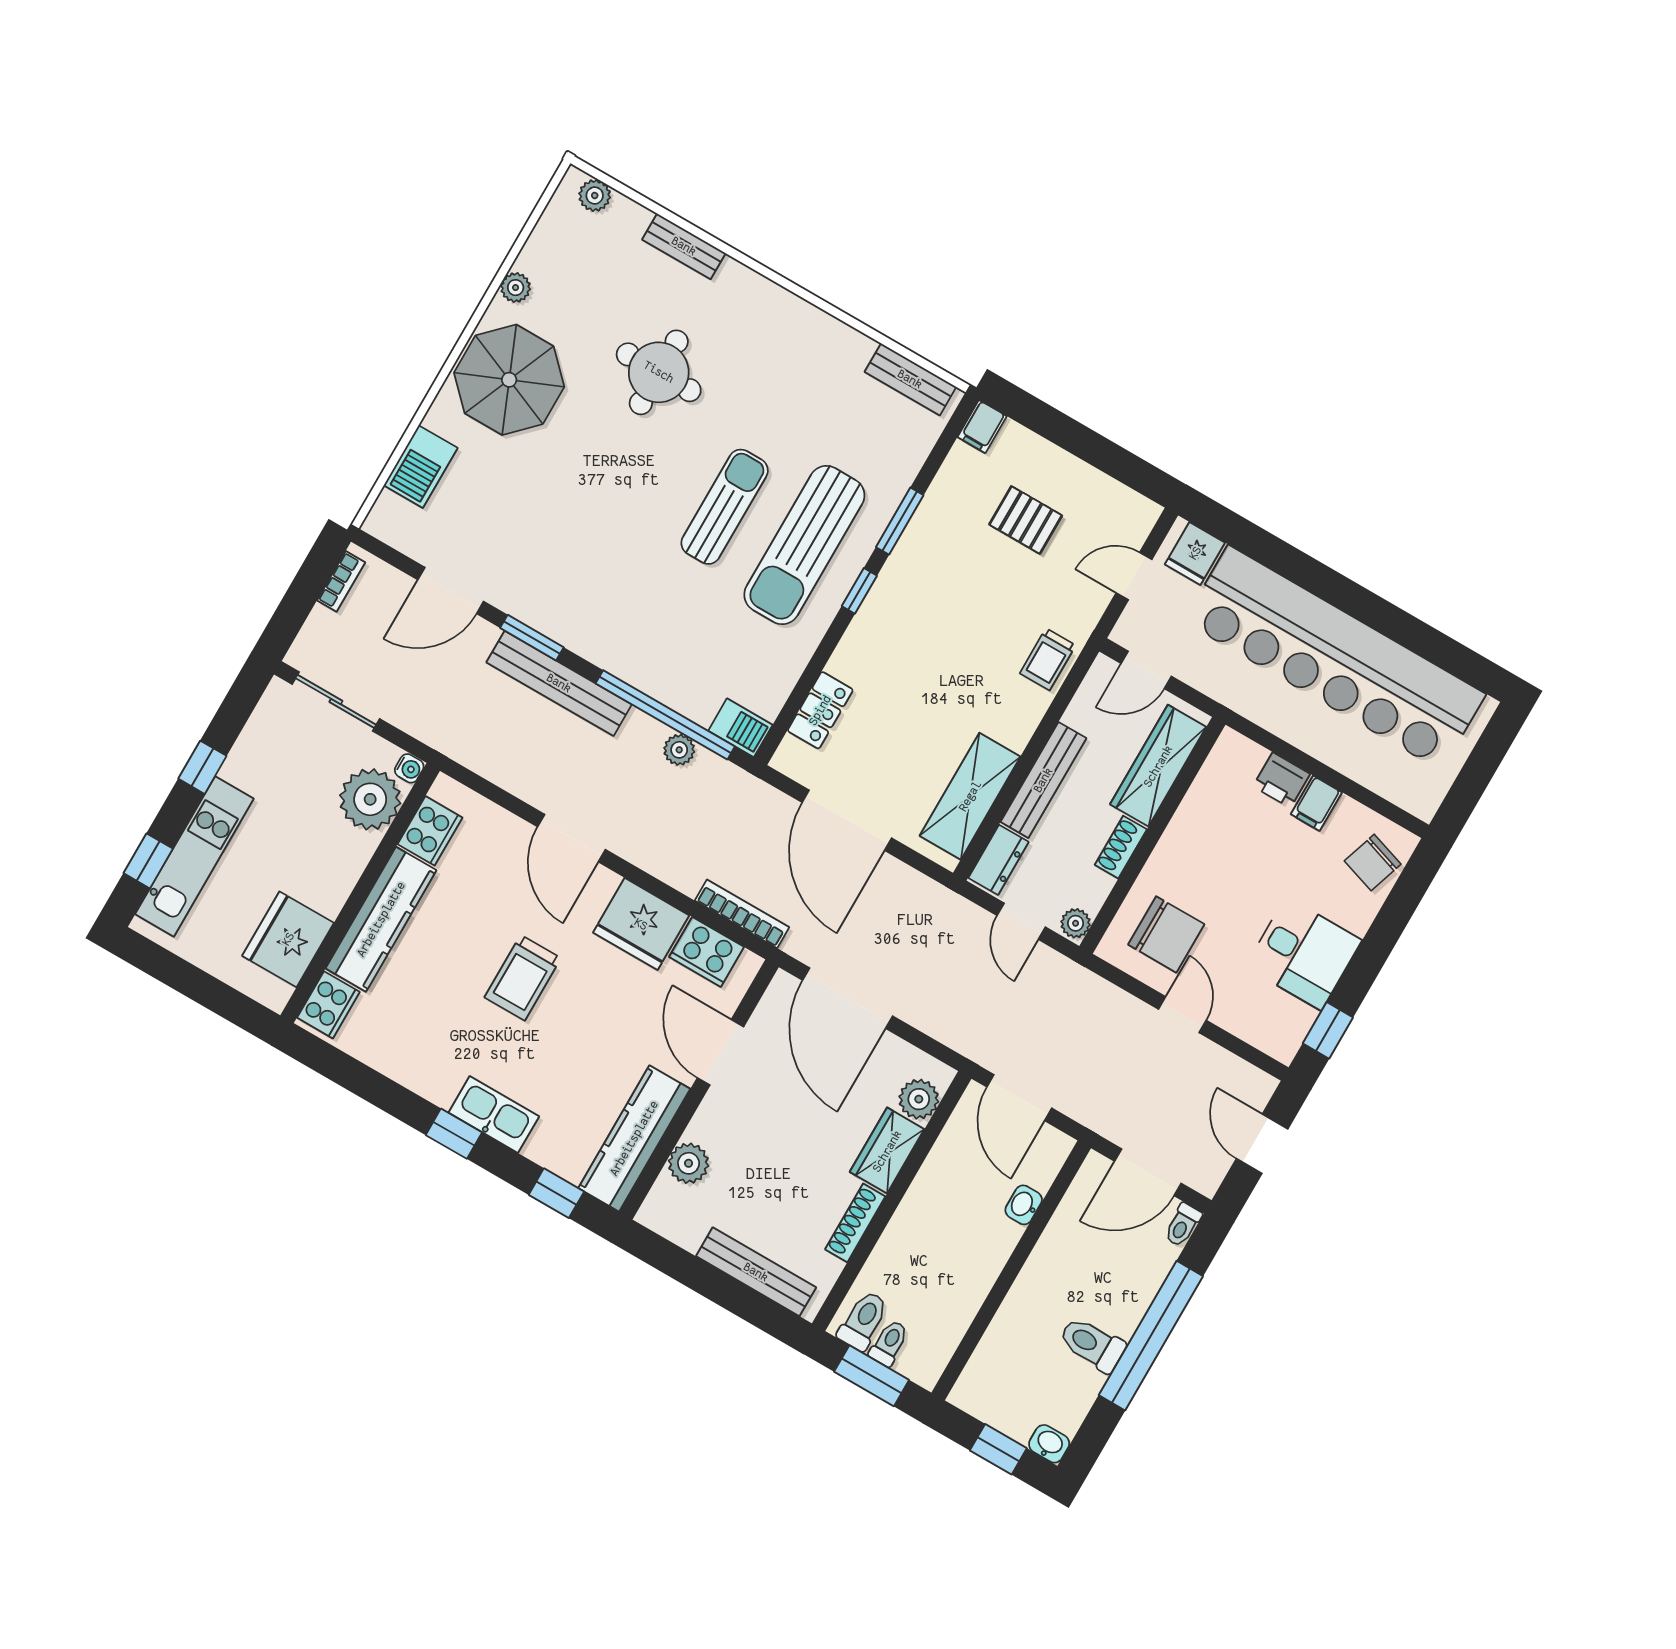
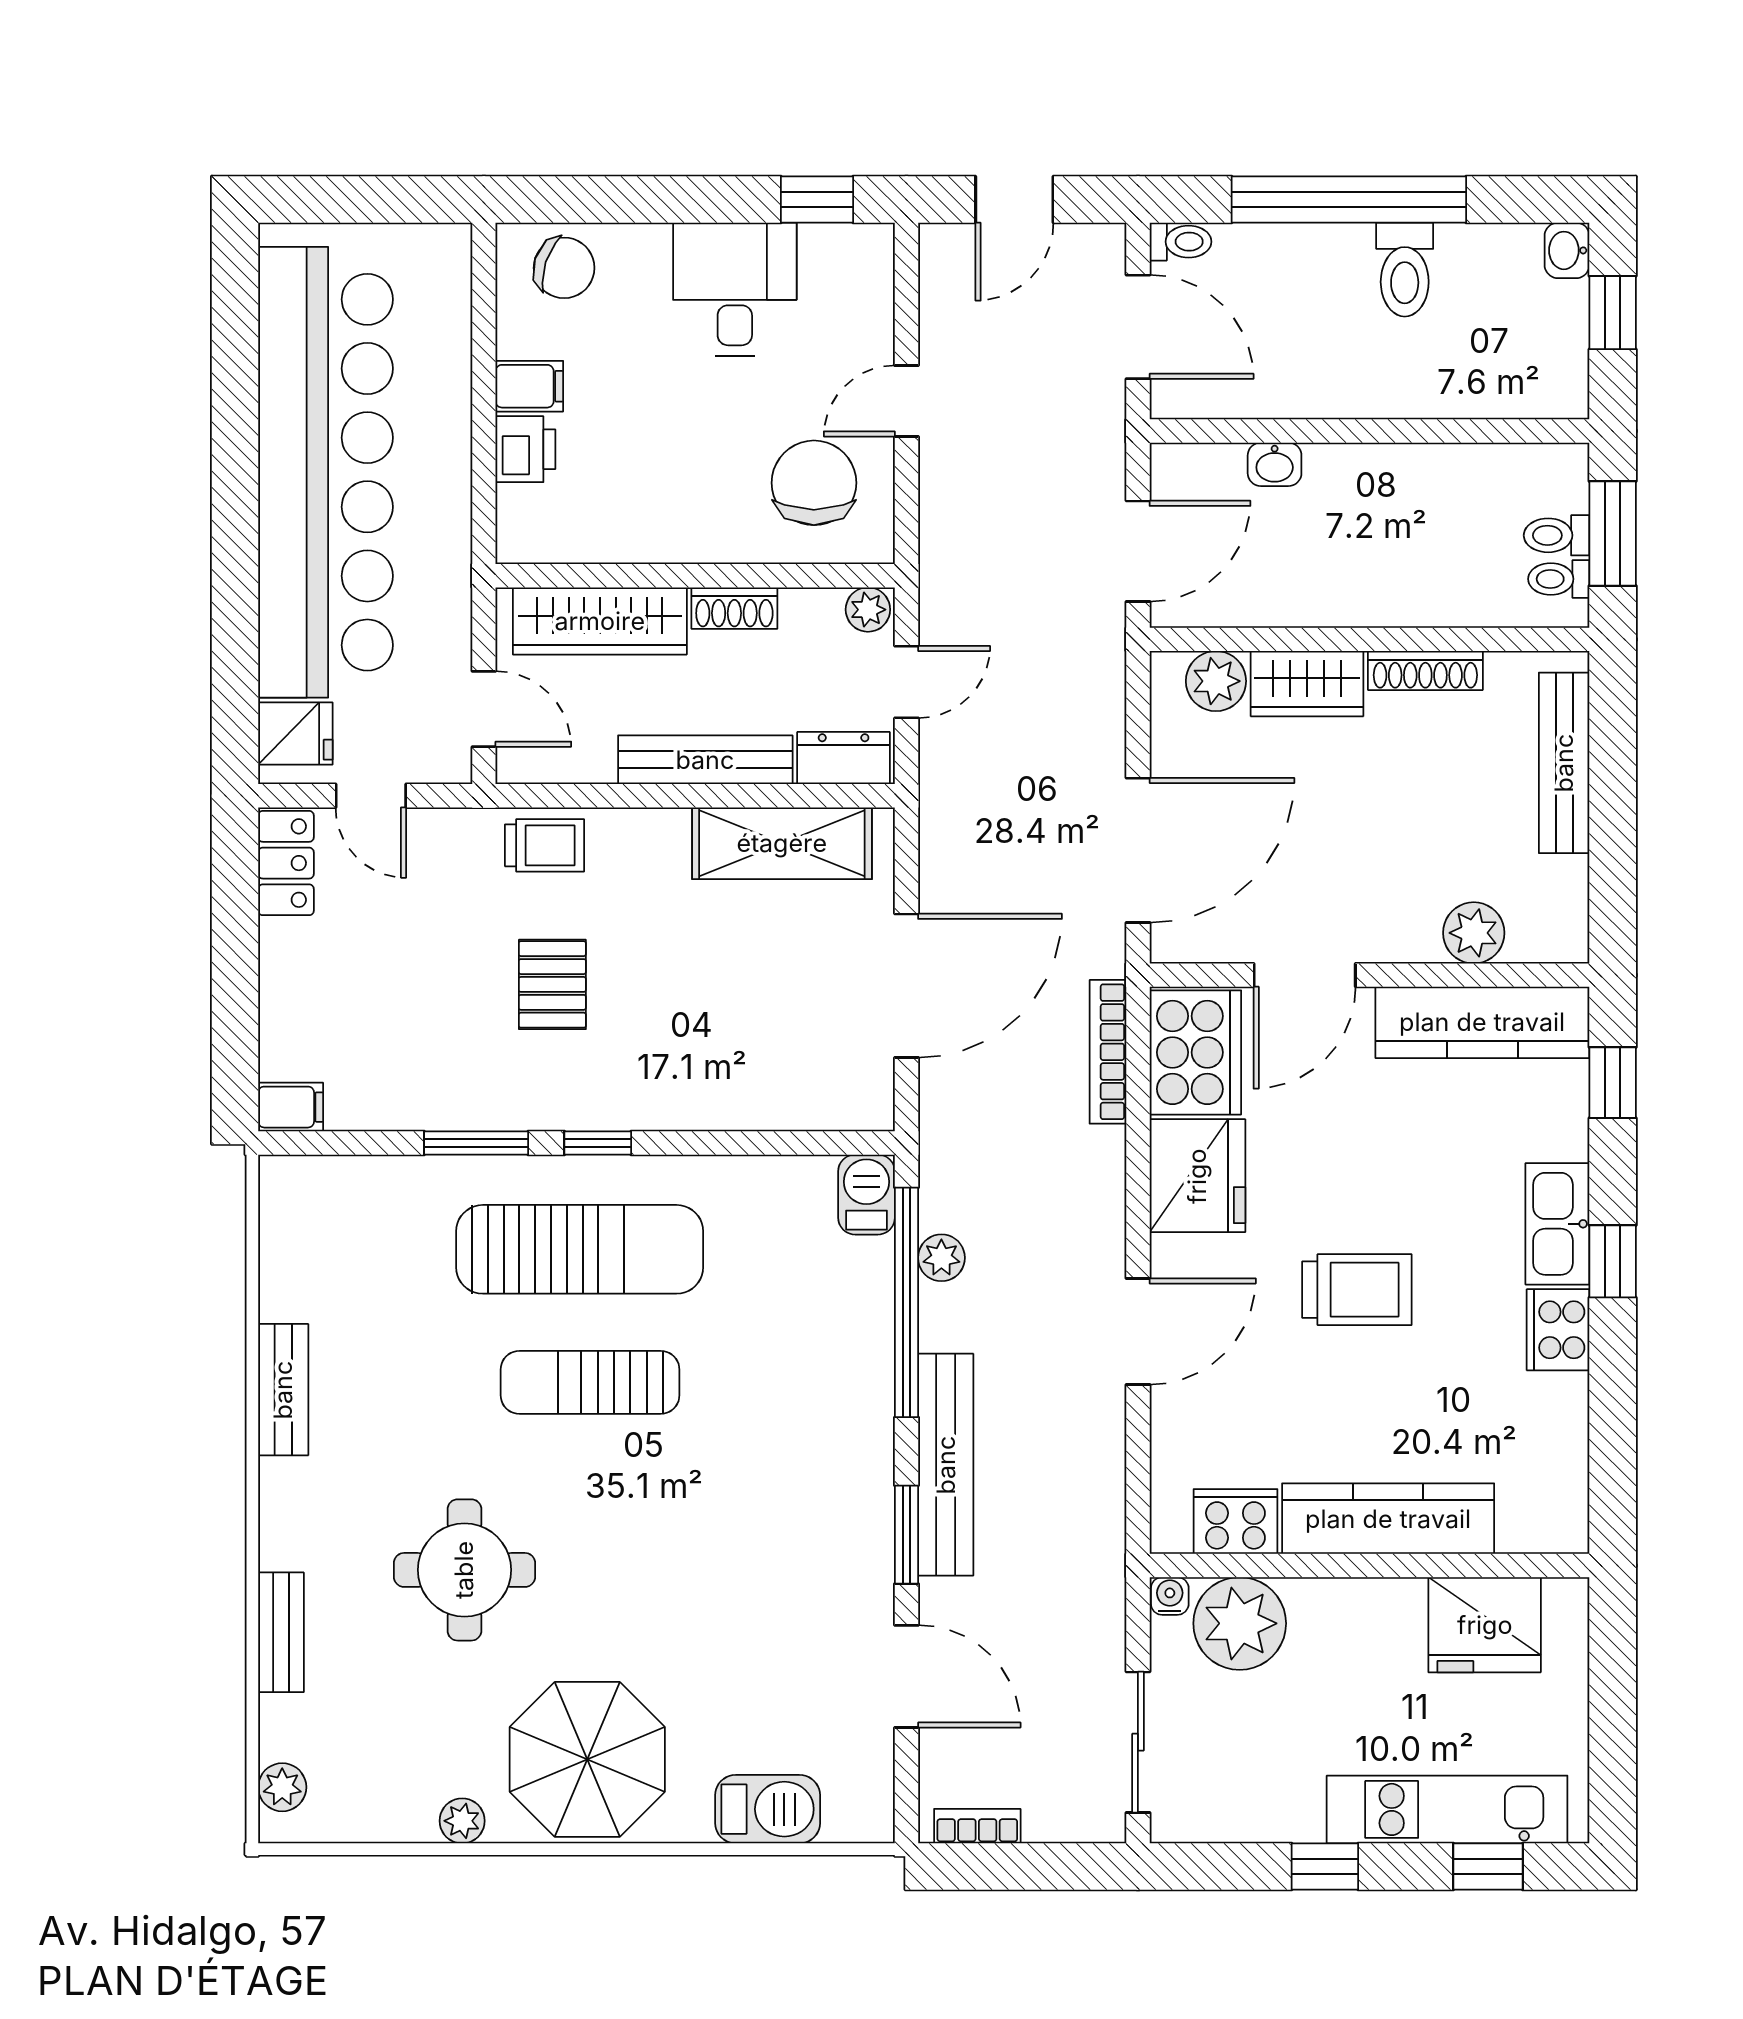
bench: (910, 379) -> (283, 1390), moved
pallet: (1026, 520) -> (552, 984), moved
locker: (820, 710) -> (286, 863), moved, turned 90
cooker: (706, 952) -> (1195, 1052), width x1.37, depth x1.31
cooker: (328, 1005) -> (1558, 1330), moved, turned -90
toilet: (863, 1321) -> (1559, 579), width x0.73, depth x0.72

